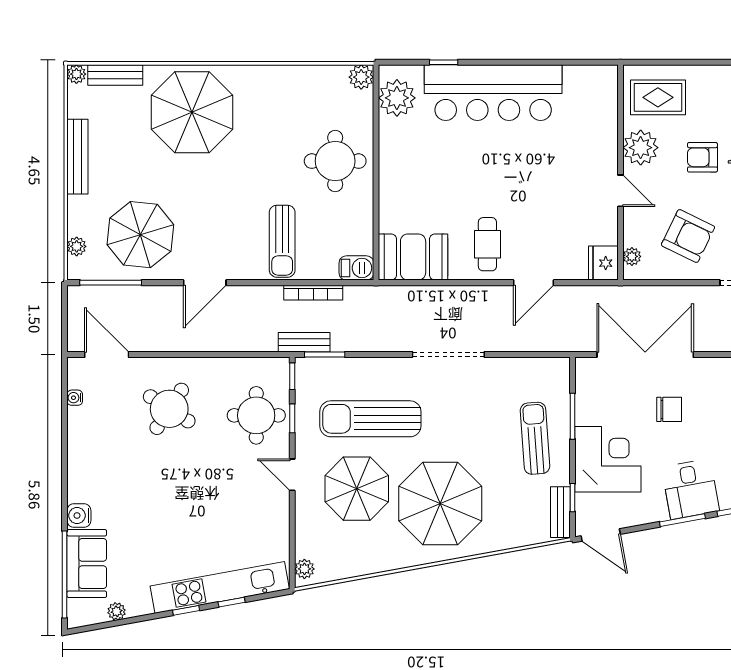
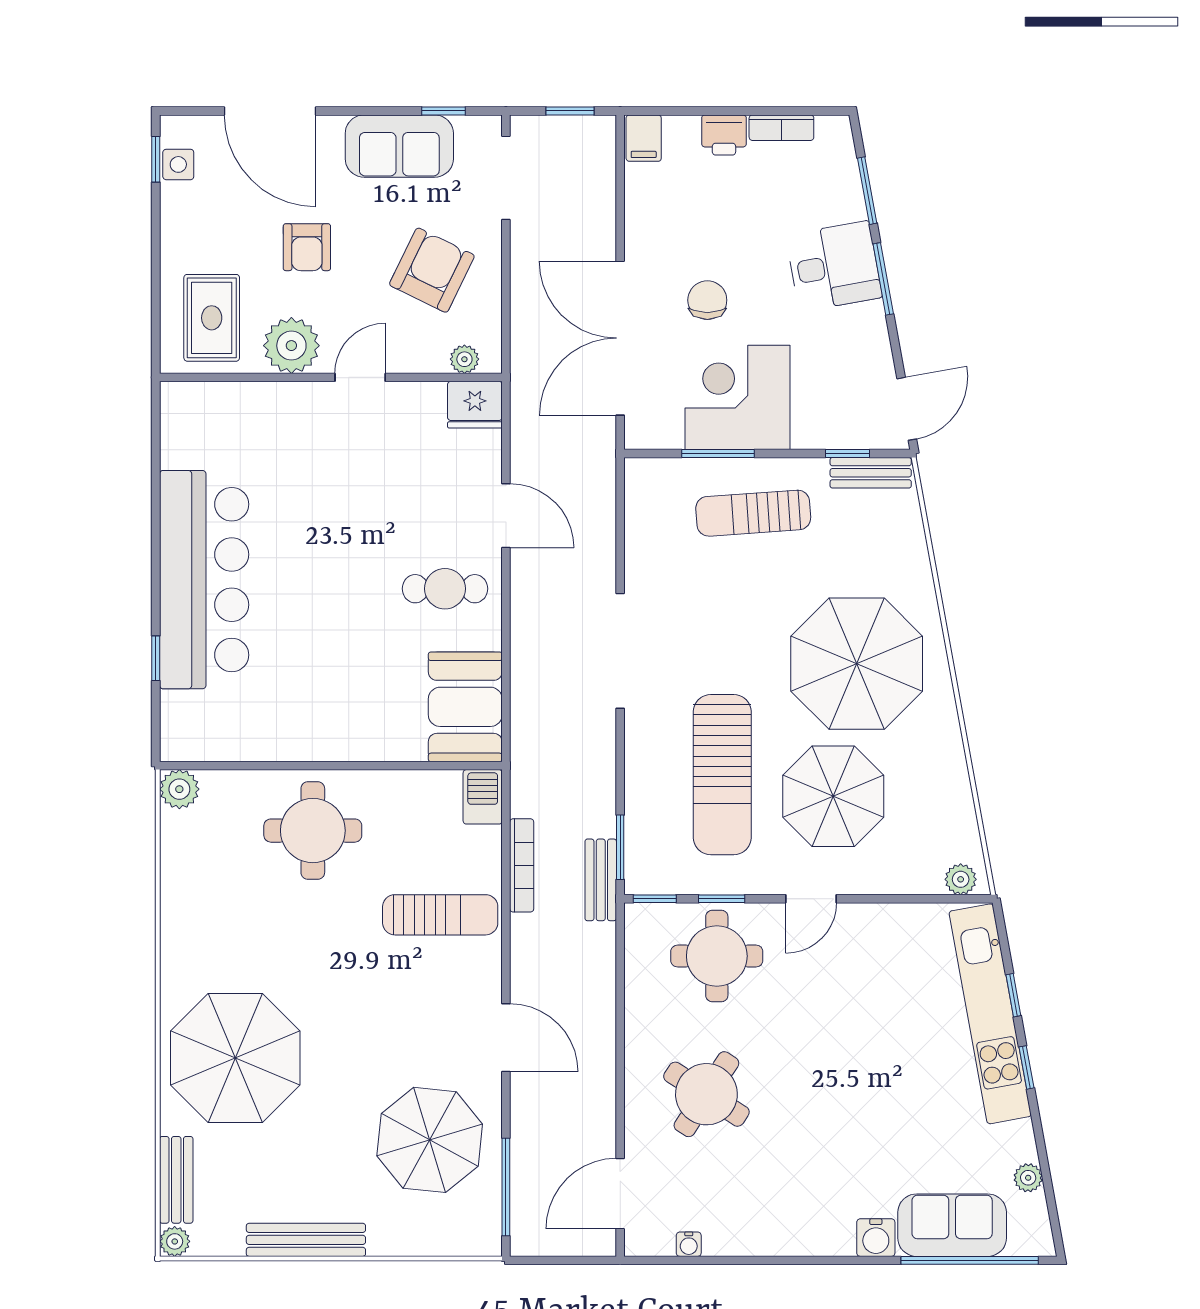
plant: (397, 98) -> (213, 732), removed
plant: (77, 246) -> (448, 1241), removed
corner desk: (608, 459) -> (737, 397), moved

